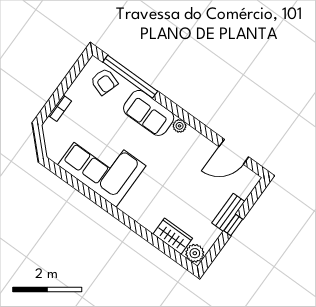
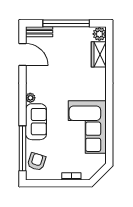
bench: (228, 212) -> (39, 32), moved
window: (233, 225) -> (66, 23), width x3.17

